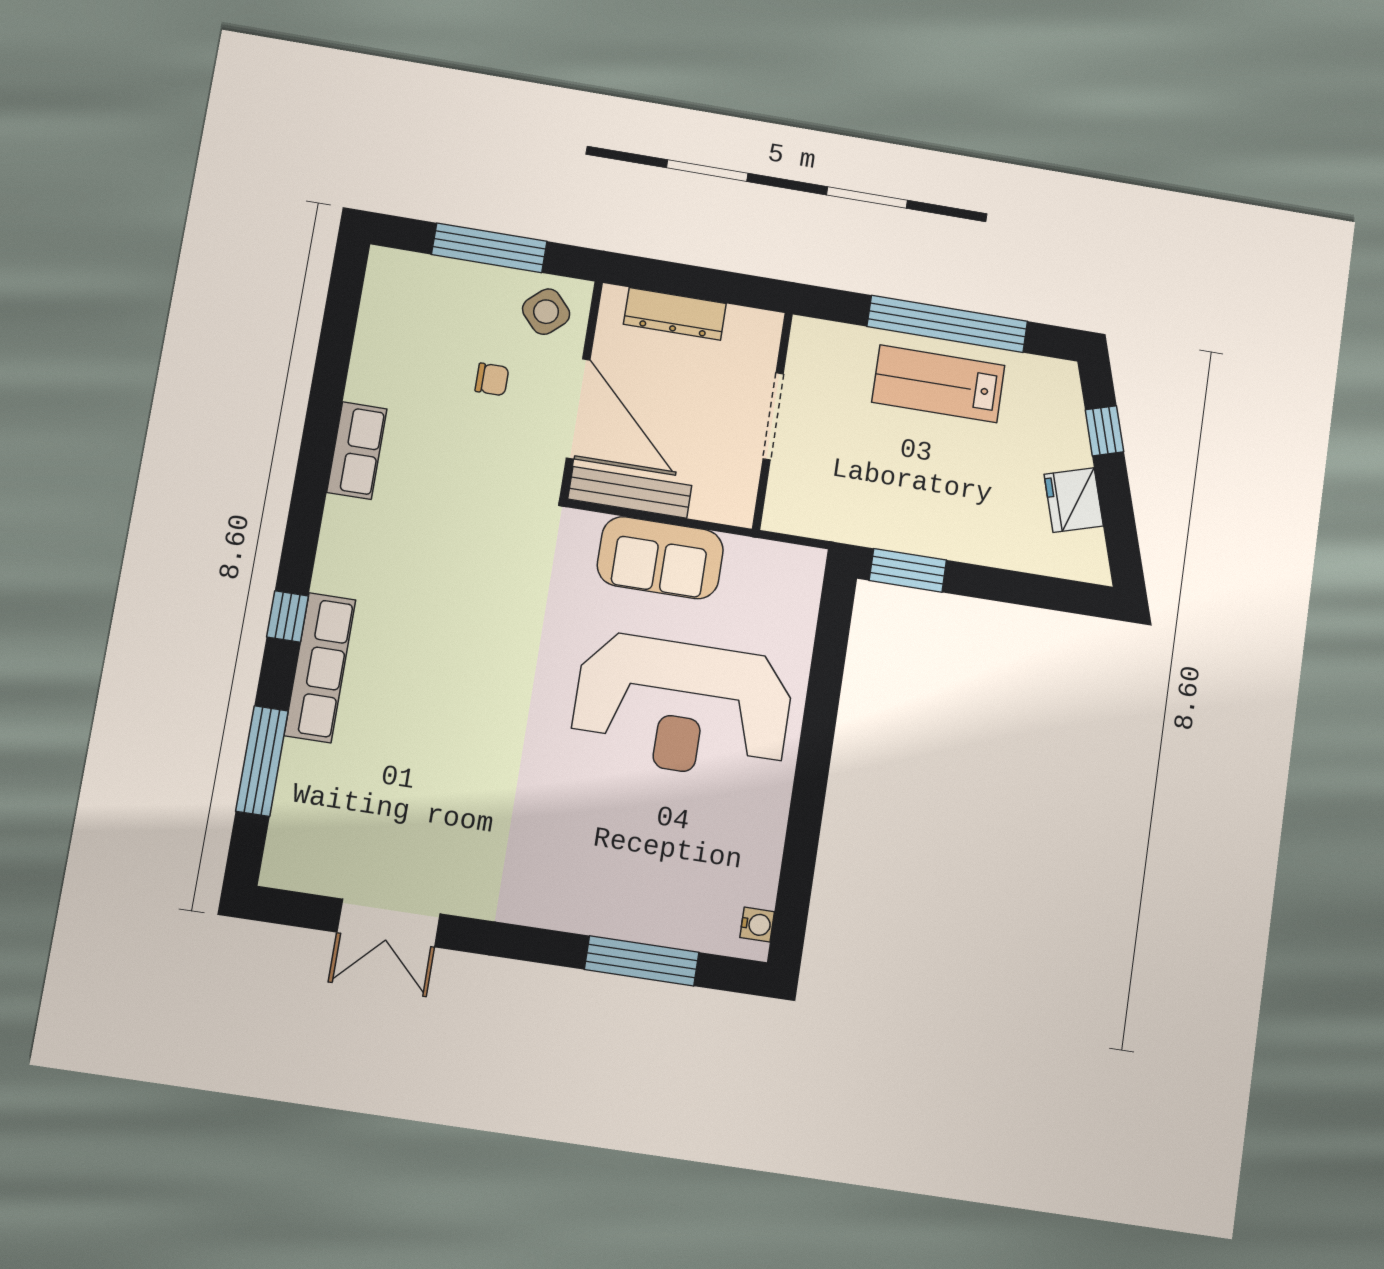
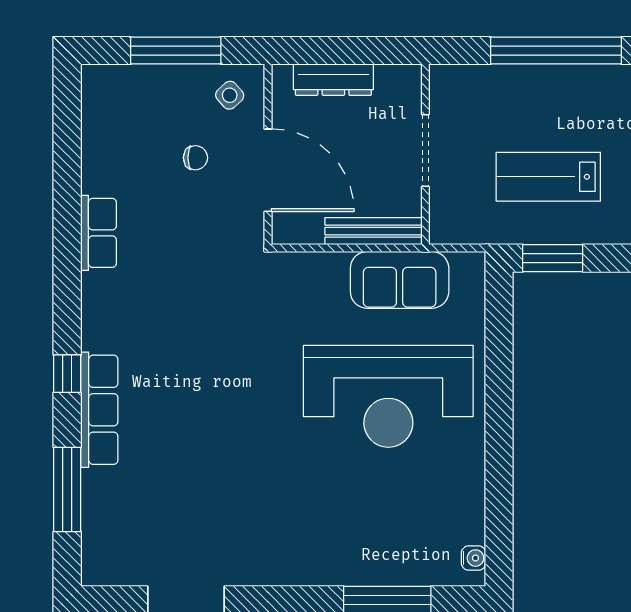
side table: (546, 312) -> (230, 95), width x0.73, depth x0.73
lab bench: (938, 384) -> (548, 177), moved
bench: (630, 492) -> (374, 231), moved
sofa: (660, 558) -> (400, 280), moved

